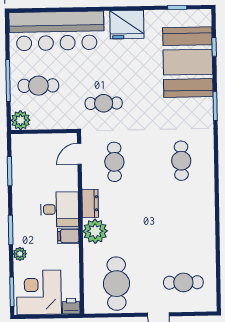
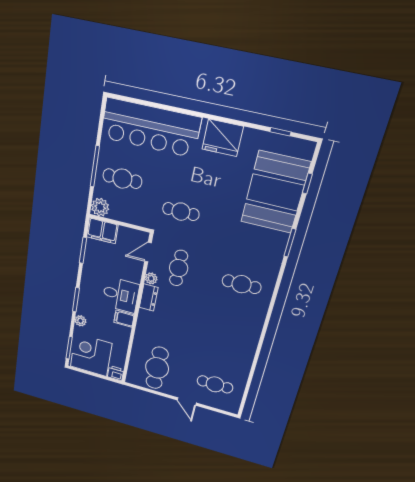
filing cabinet: (27, 144) -> (102, 231), added
cafe table: (181, 161) -> (242, 284), turned 90
plant: (95, 231) -> (151, 278), moved, width x0.53, depth x0.53

